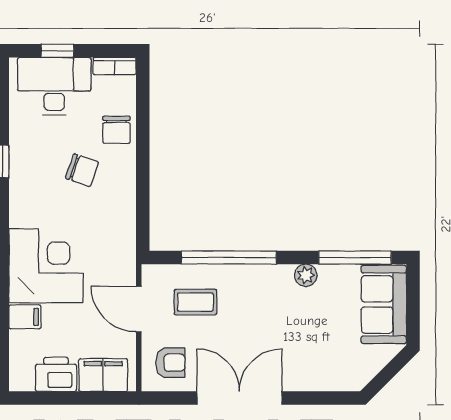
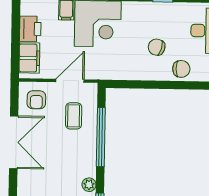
chair: (116, 130) -> (181, 69), turned 180
chair: (82, 170) -> (157, 47), turned 87

